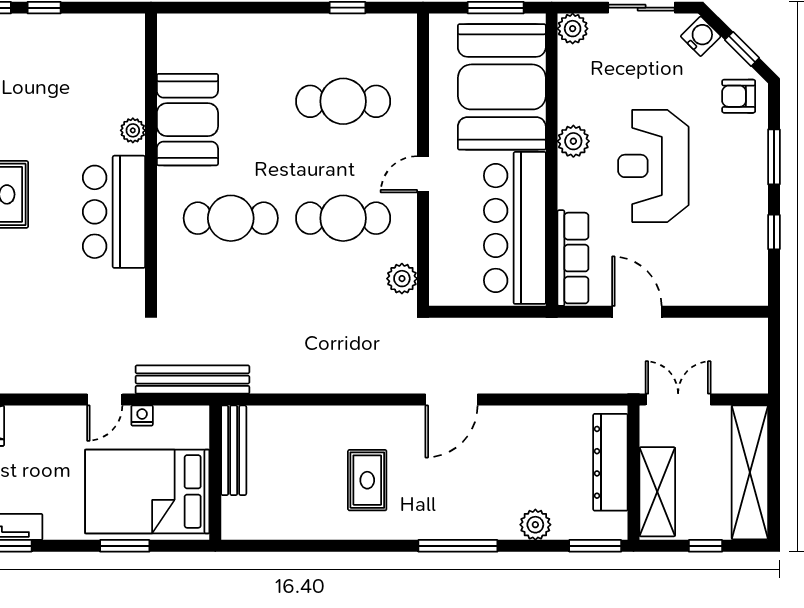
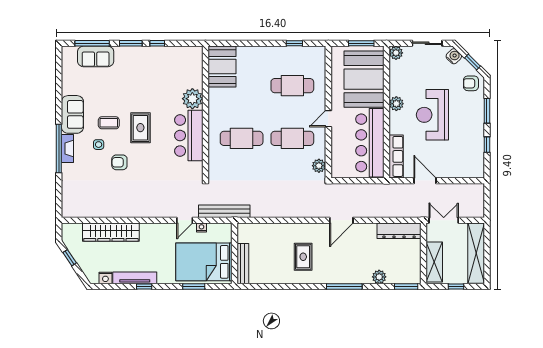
booth: (187, 120) -> (222, 67), moved
plant: (133, 130) -> (192, 99), width x1.87, depth x1.87
bench: (234, 450) -> (243, 264), moved
dresser: (610, 462) -> (399, 231), moved, turned -90

